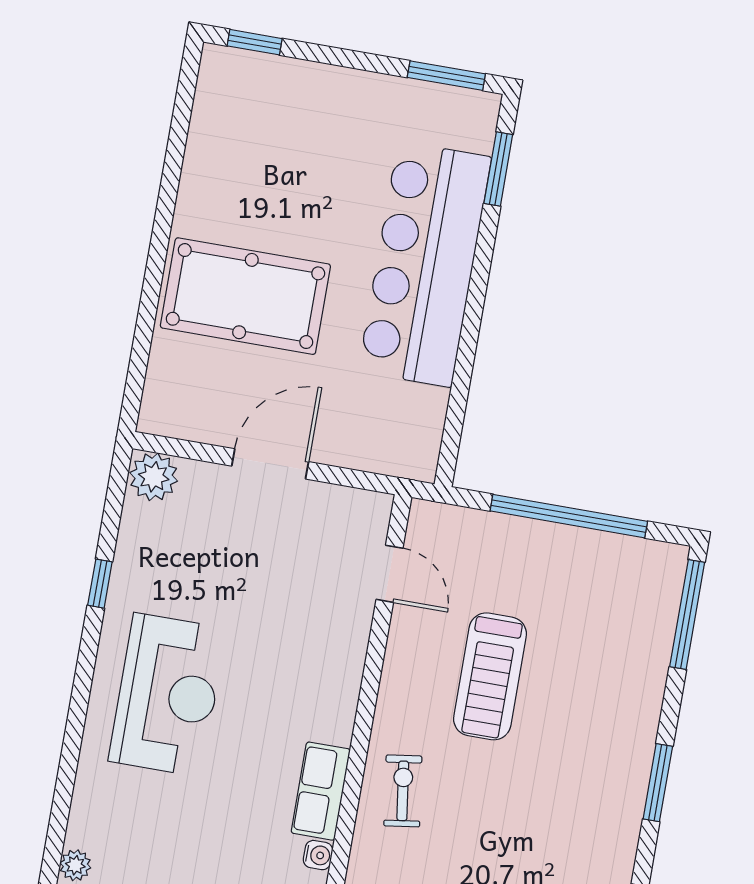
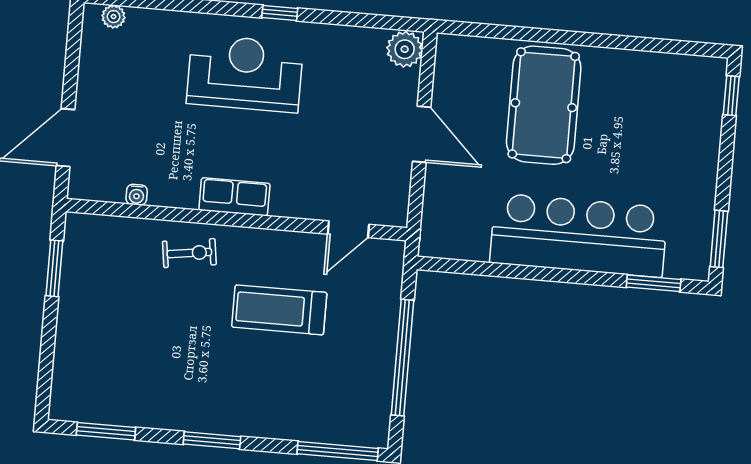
window: (100, 584) -> (280, 13), moved
reception desk: (167, 695) -> (245, 73), turned 180
row of seats: (321, 791) -> (234, 197), moved

